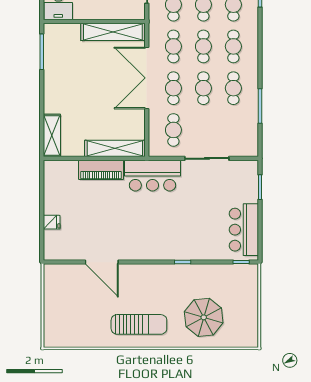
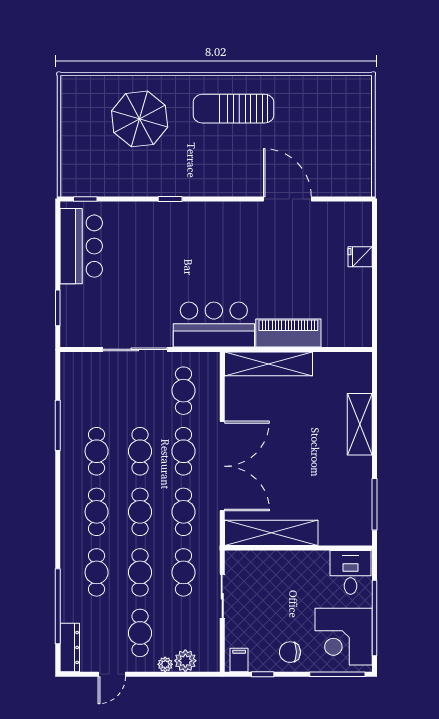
shelving: (52, 135) -> (360, 424), moved

